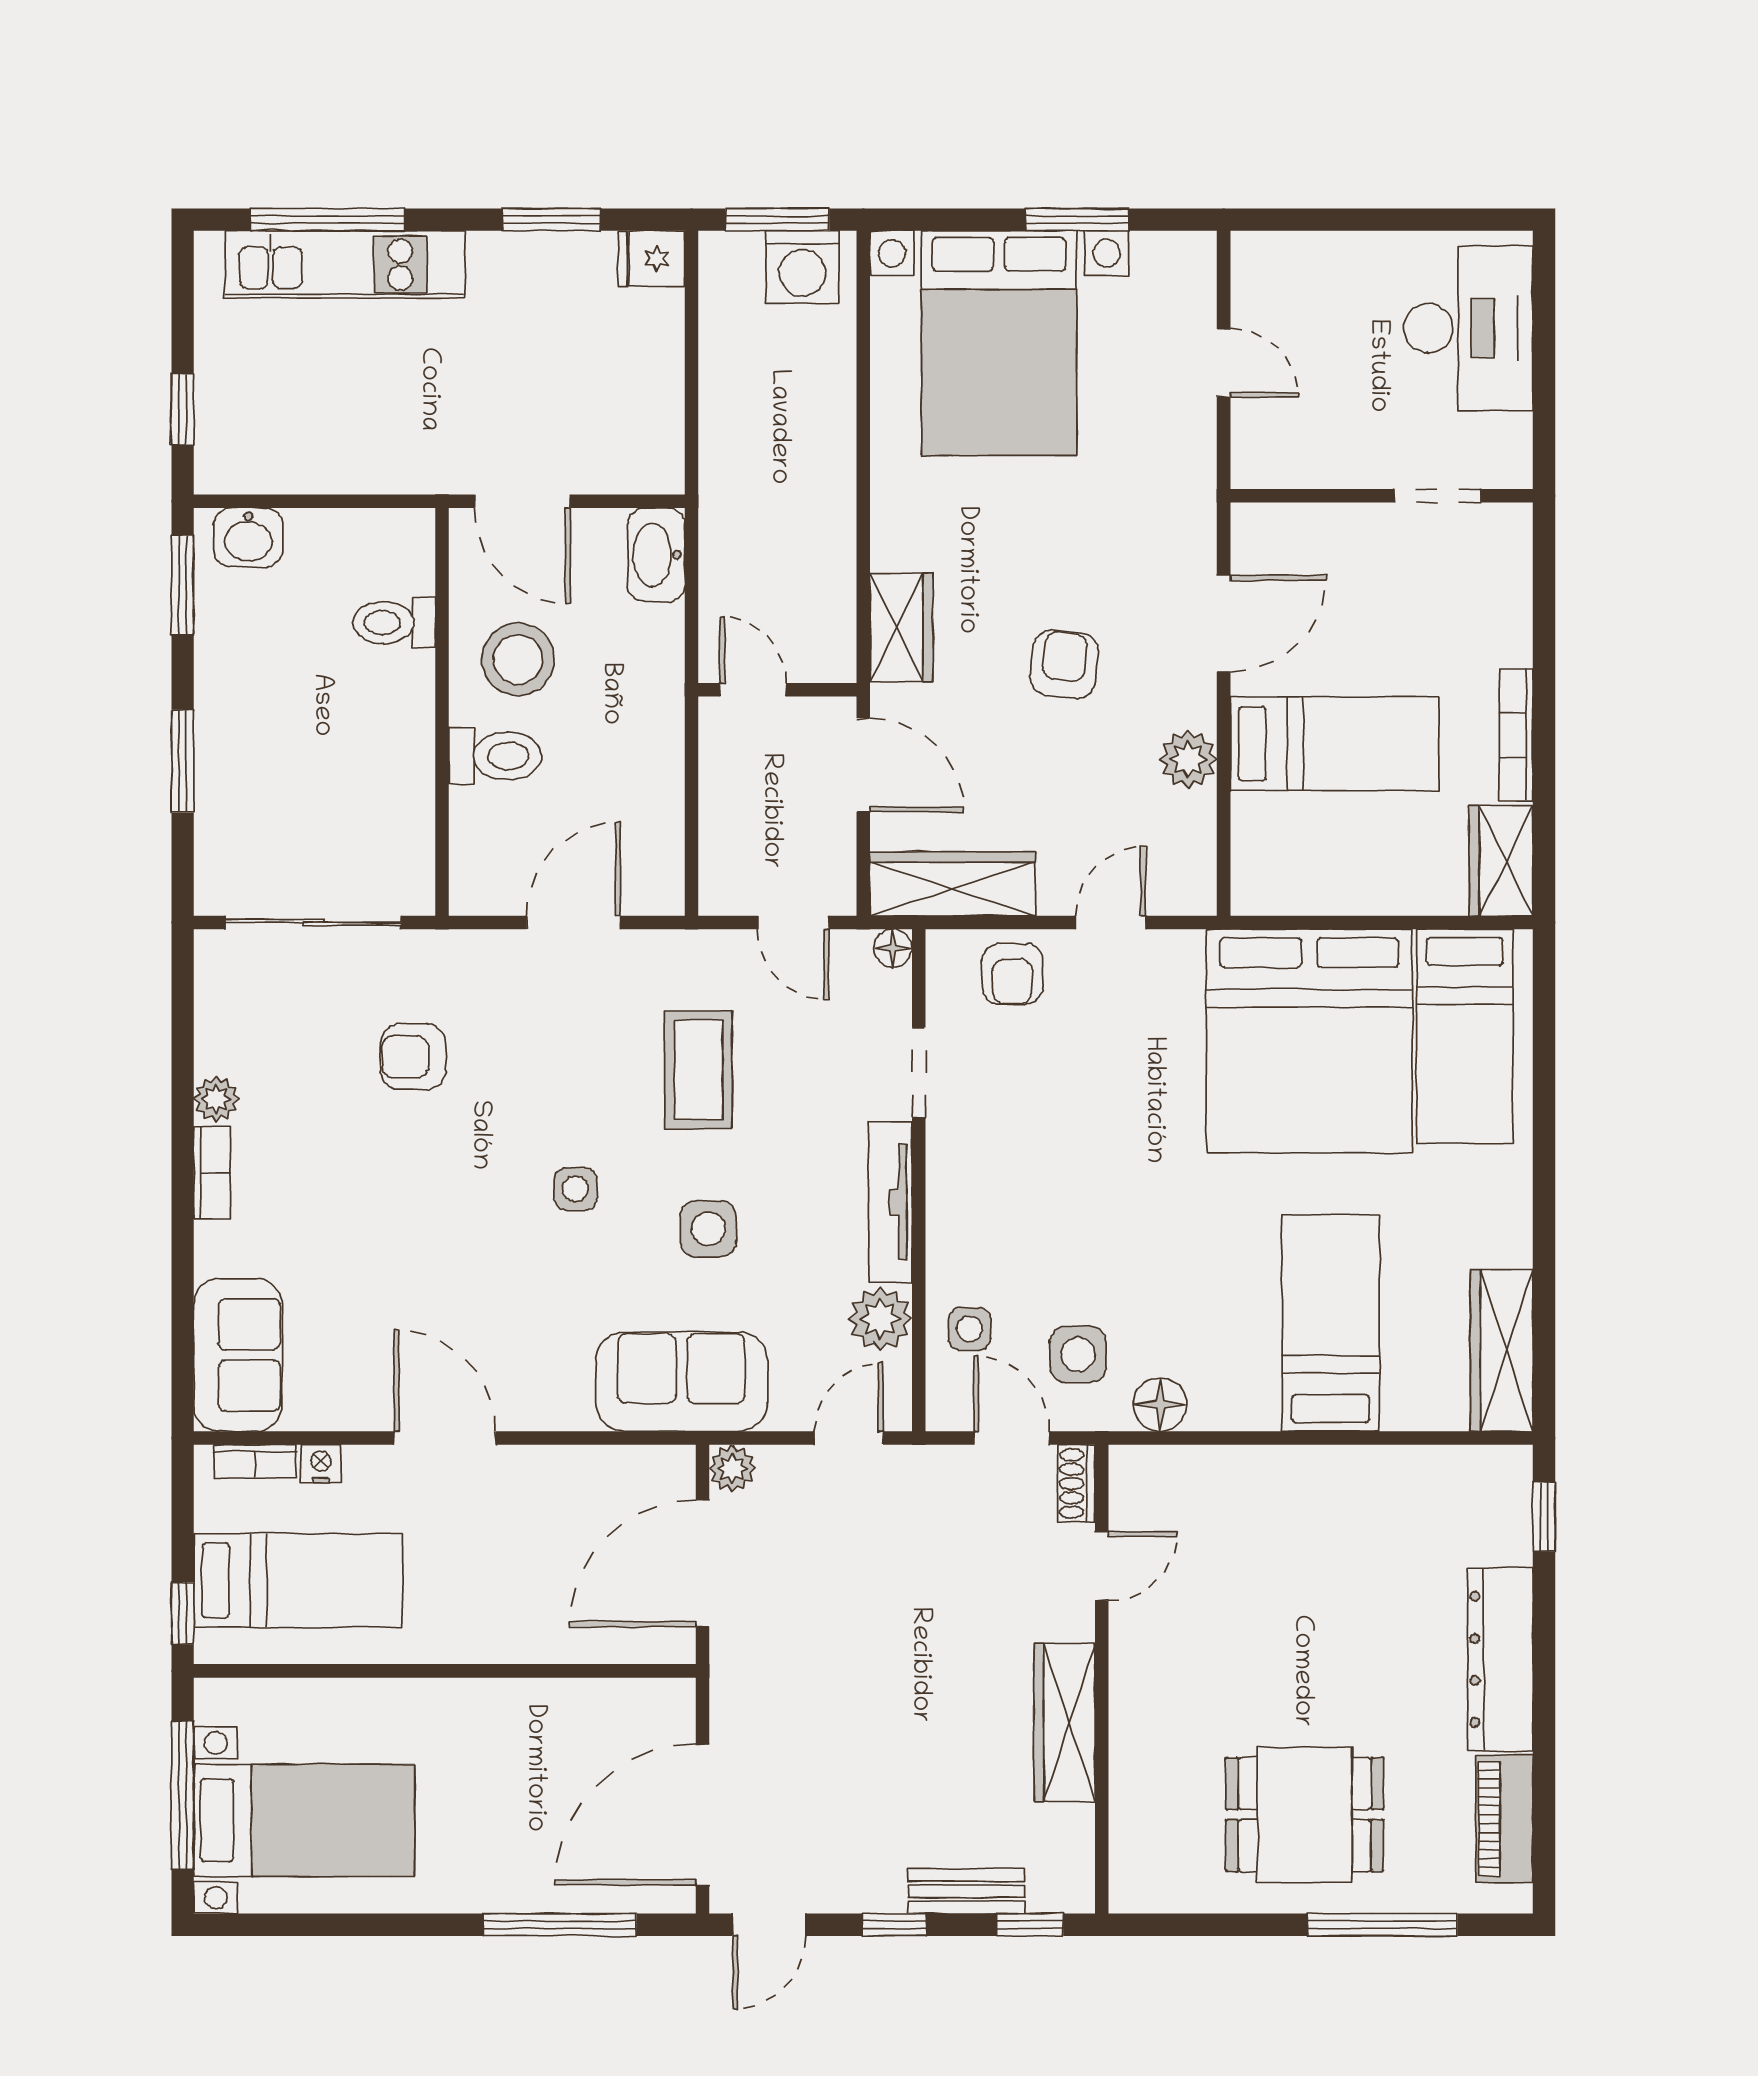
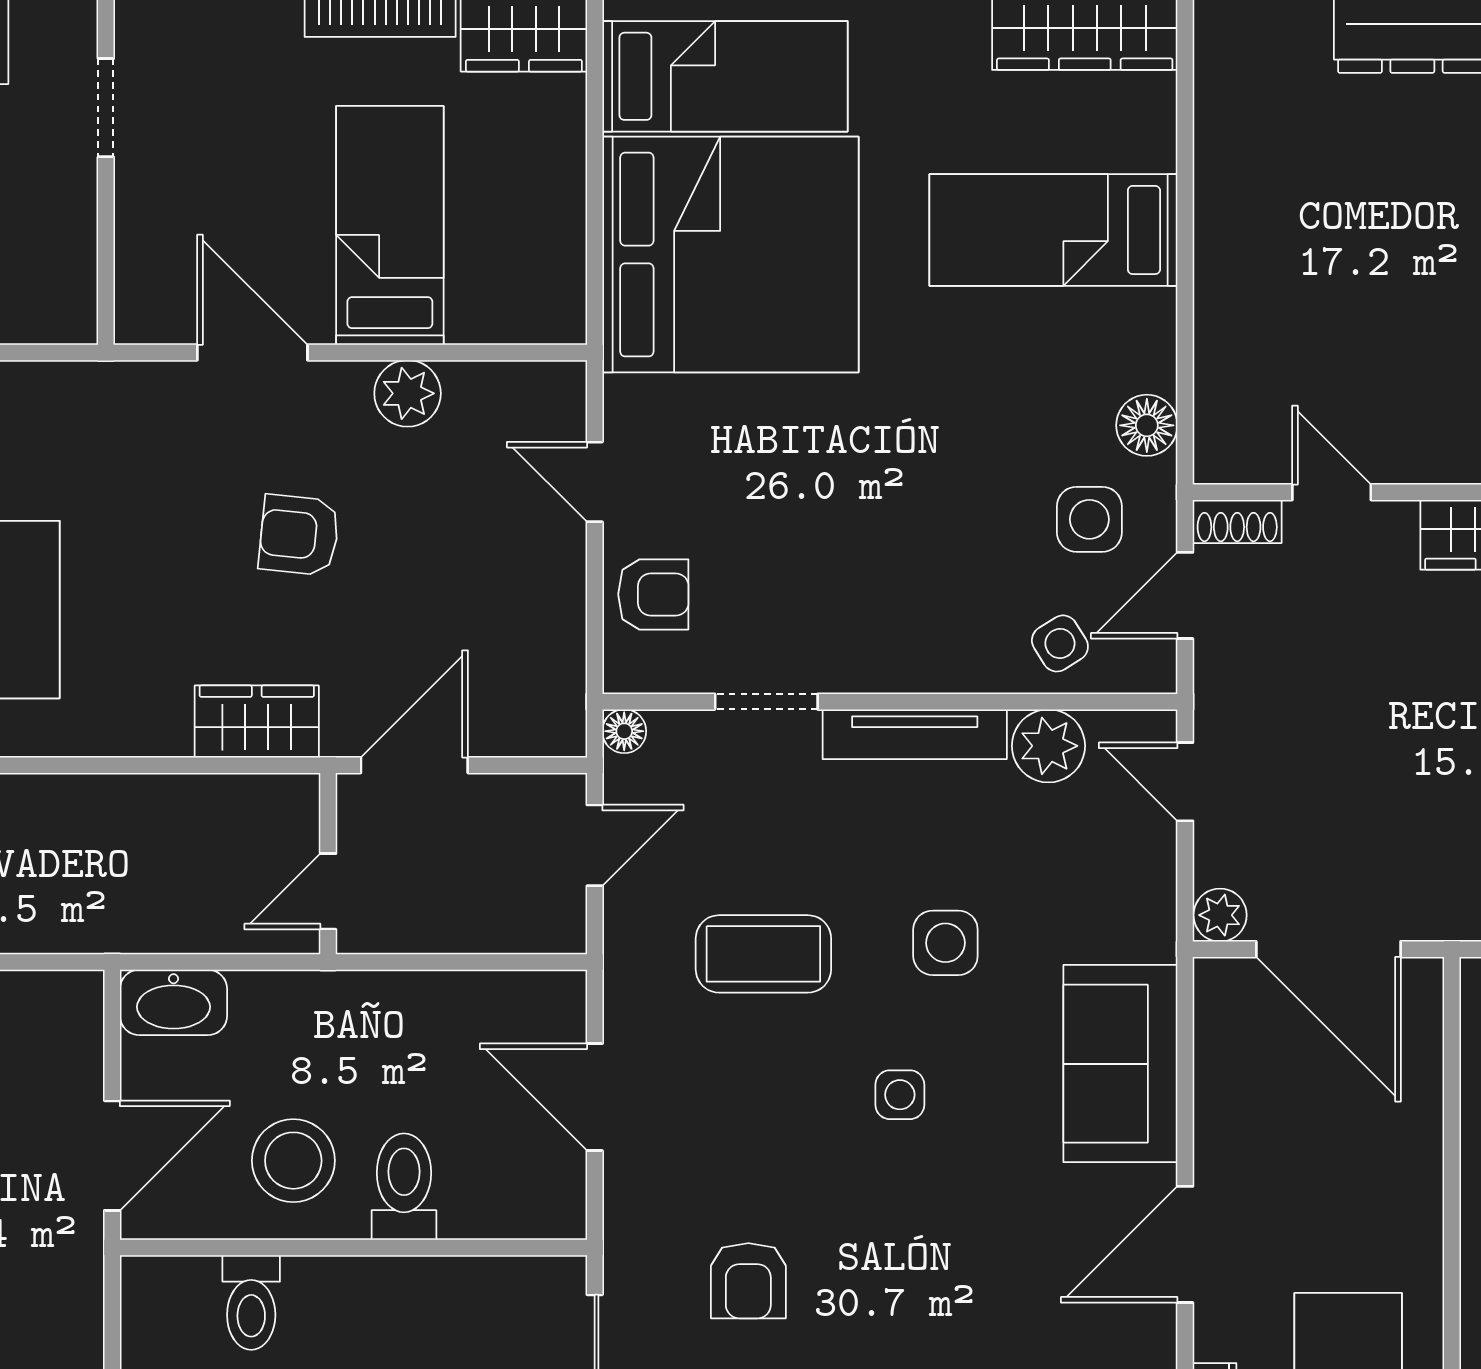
wardrobe: (953, 884) -> (550, 663), removed
side table: (970, 1329) -> (1060, 643), turned -32
sofa: (682, 1382) -> (1120, 1064), moved

